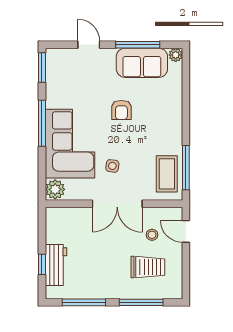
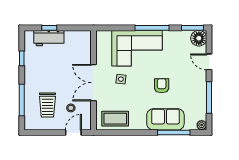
door: (89, 45) -> (209, 62), swing flipped
floor lamp: (56, 59) -> (199, 38), added
sofa: (142, 63) -> (165, 119), moved, turned 90
armchair: (121, 110) -> (162, 86), turned 90
window: (186, 168) -> (174, 133), moved
plant: (55, 189) -> (104, 37), removed
window: (84, 302) -> (22, 58), width x0.46

